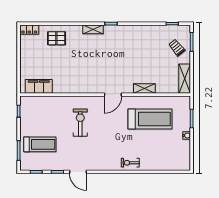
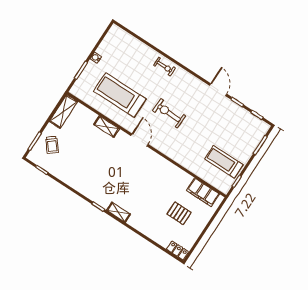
pallet: (56, 38) -> (179, 213), moved
door: (113, 95) -> (139, 140), hinge flipped
exercise bike: (80, 123) -> (169, 113), moved, turned 92
treadmill: (40, 144) -> (224, 162), moved

